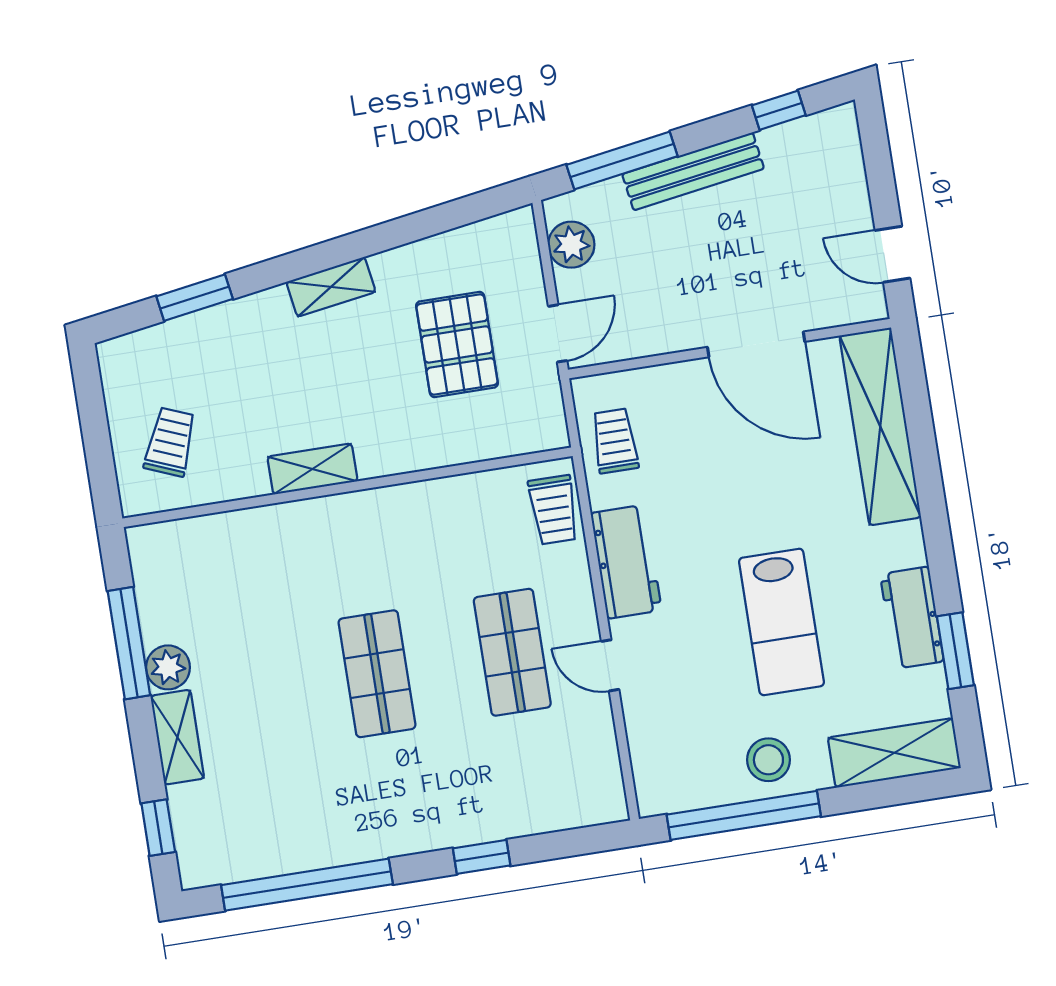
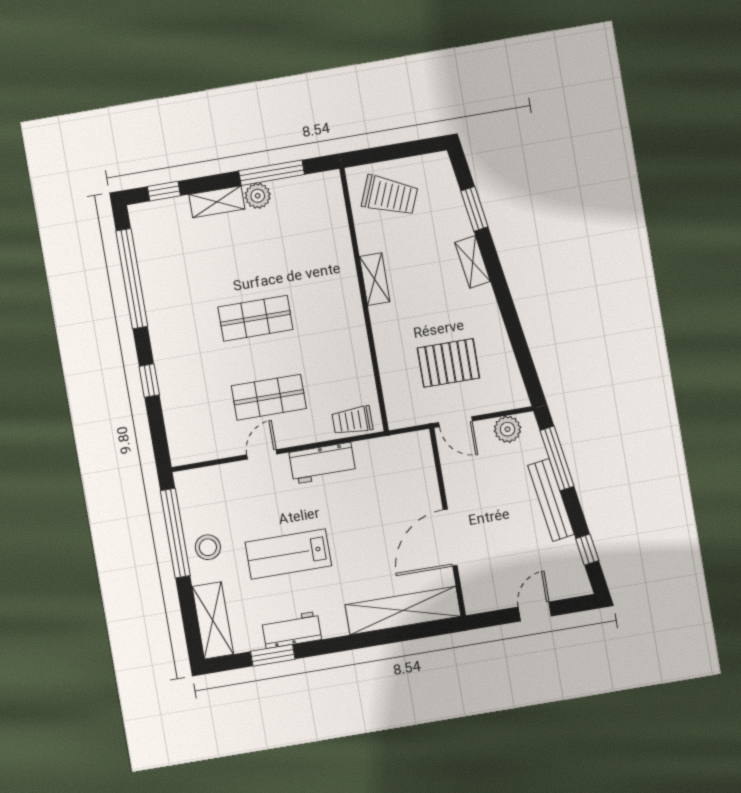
door: (893, 254) -> (535, 611), moved
shelving: (331, 287) -> (473, 262), moved
trolley: (615, 441) -> (393, 456), removed
trolley: (170, 442) -> (390, 196), width x1.36, depth x1.39

